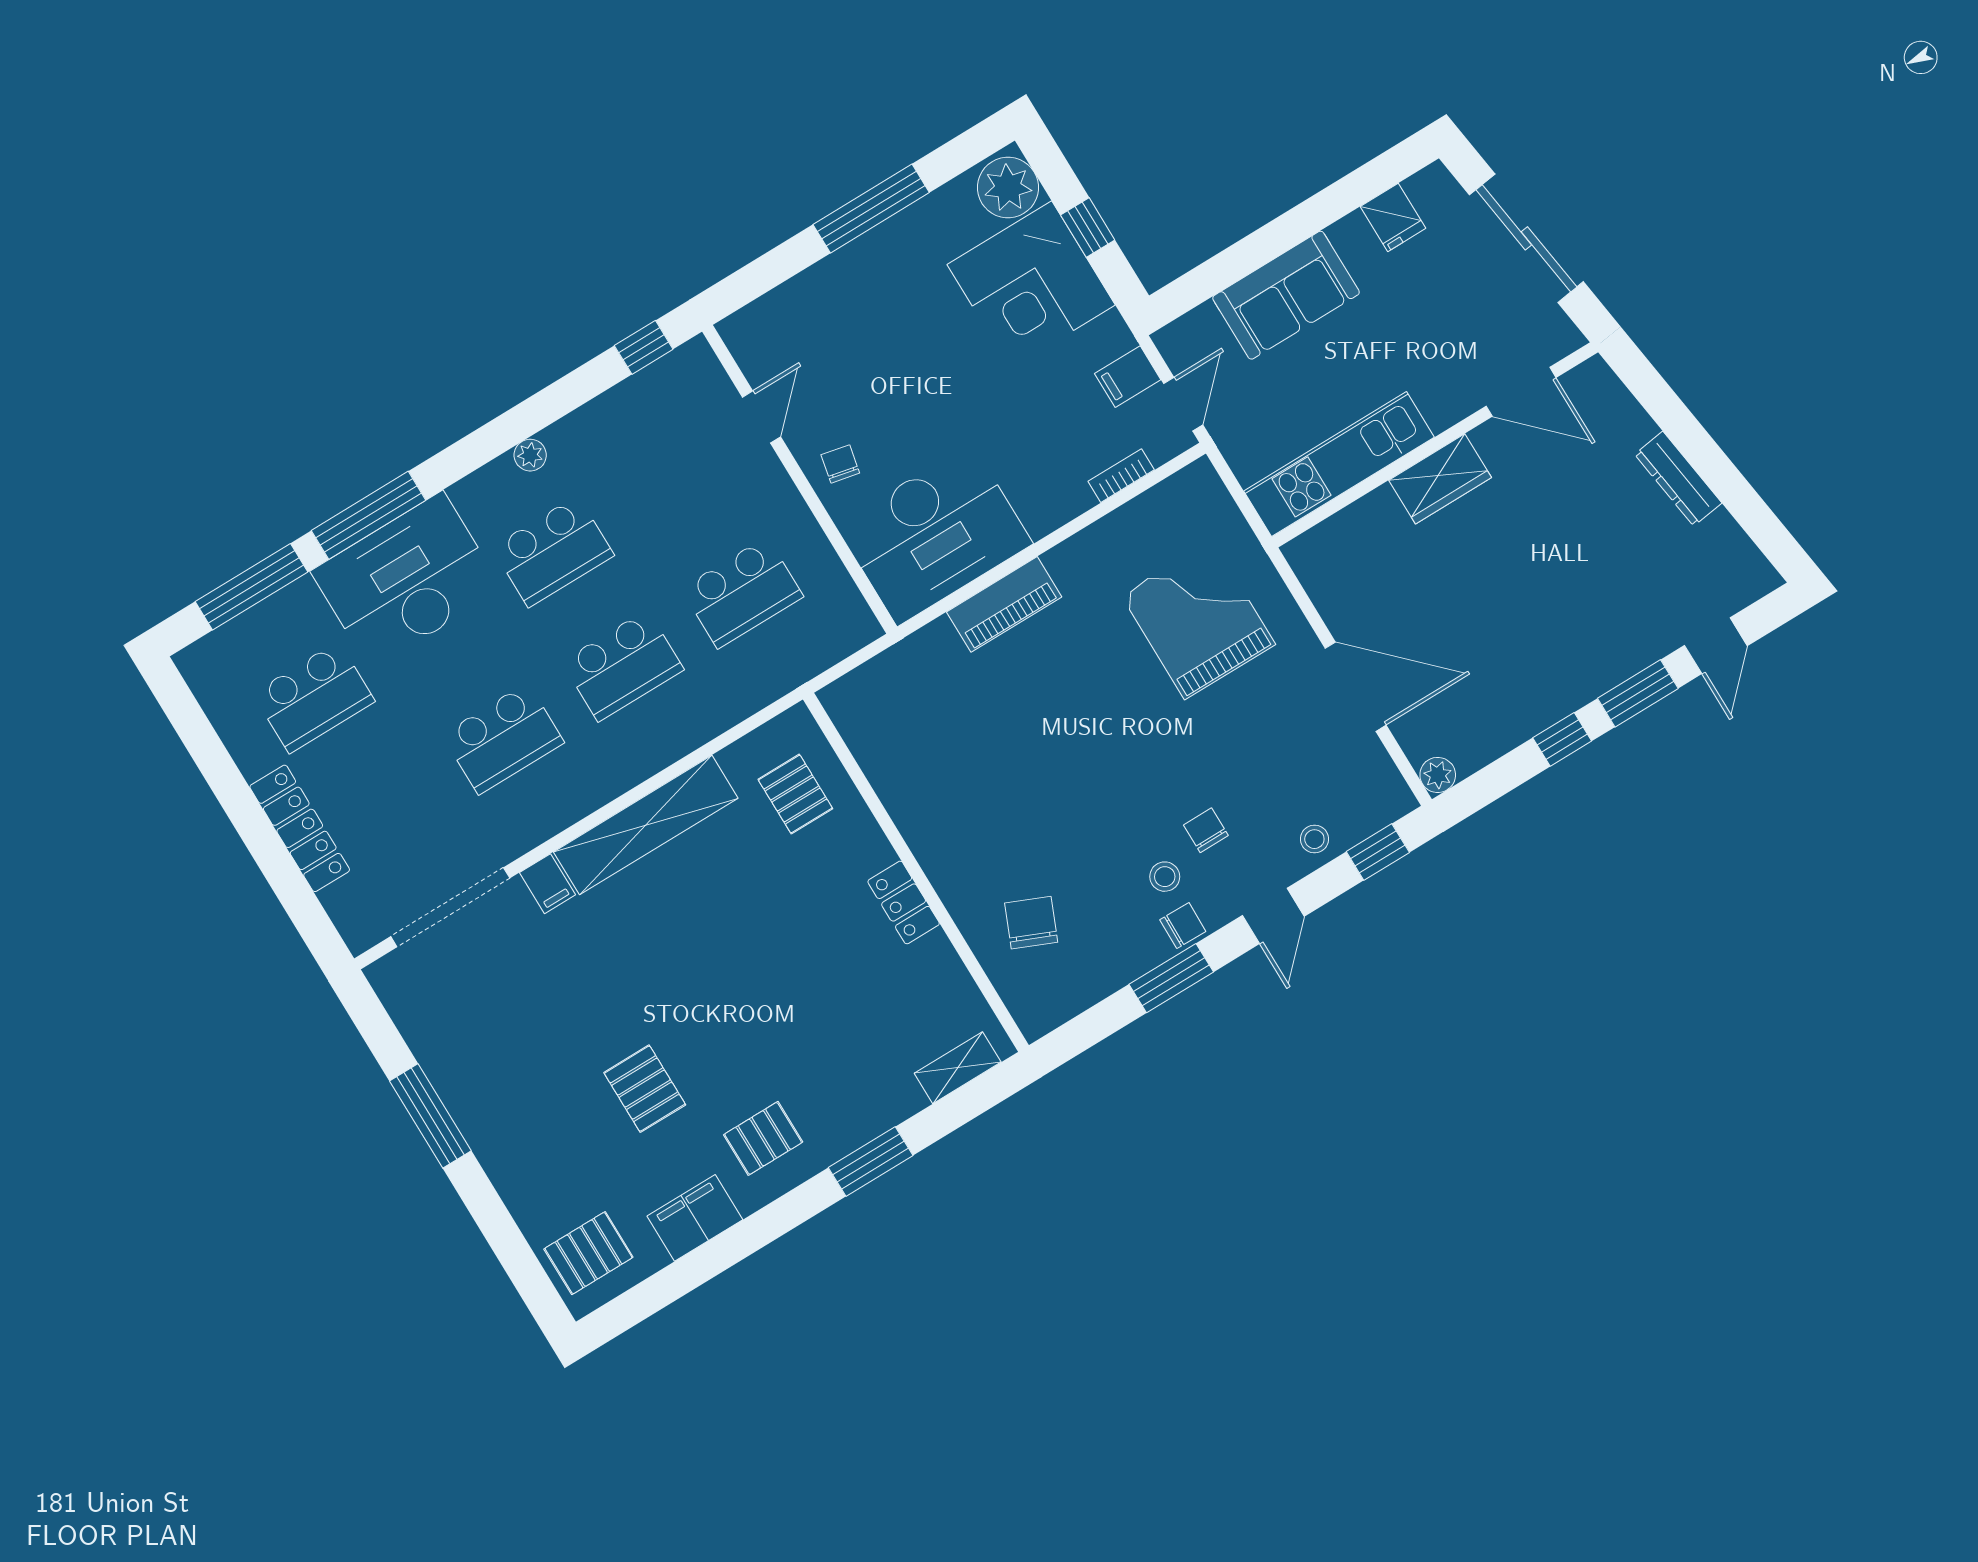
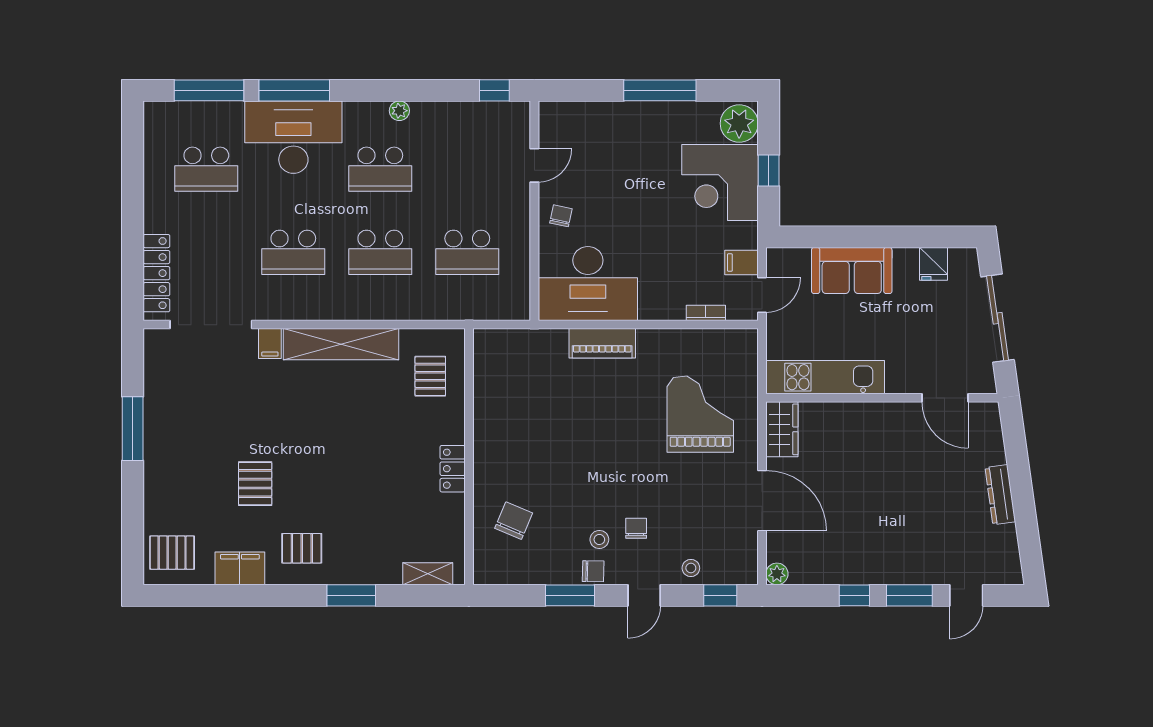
wardrobe: (1440, 479) -> (782, 429), moved, turned -90
locker: (300, 828) -> (156, 273), moved

